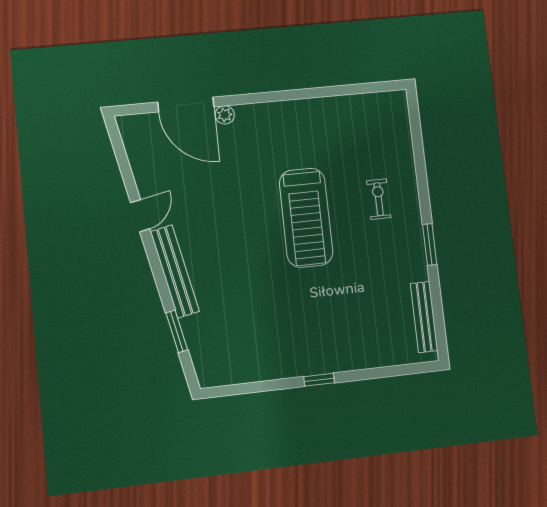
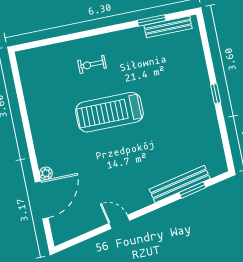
treadmill: (306, 218) -> (109, 112), turned 180
window: (430, 244) -> (152, 20), moved
bench: (175, 271) -> (180, 184), moved

